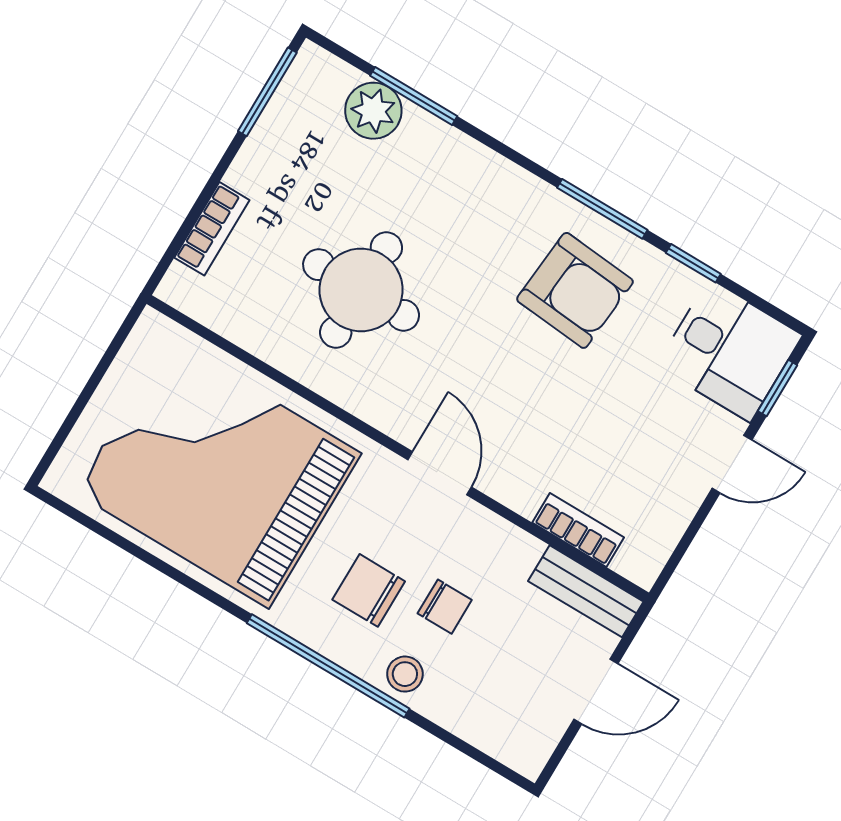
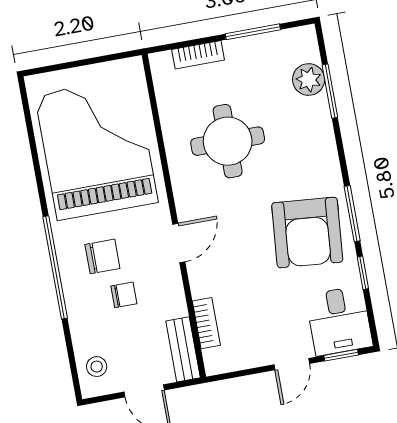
window: (267, 92) -> (253, 32), moved
armchair: (575, 290) -> (307, 232), width x1.36, depth x1.36
door: (732, 464) -> (292, 364), hinge flipped
chair: (369, 590) -> (102, 256), turned 90
chair: (445, 607) -> (124, 295), turned -90
stool: (405, 674) -> (97, 367), moved

